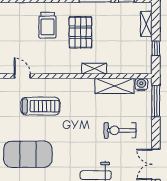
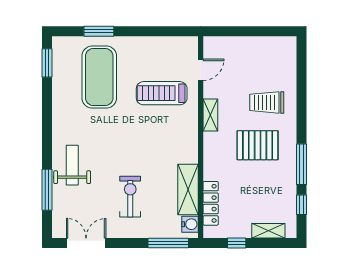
locker: (125, 68) -> (211, 203), added
shelving: (94, 69) -> (210, 115), moved
treadmill: (40, 106) -> (162, 93), turned 90

